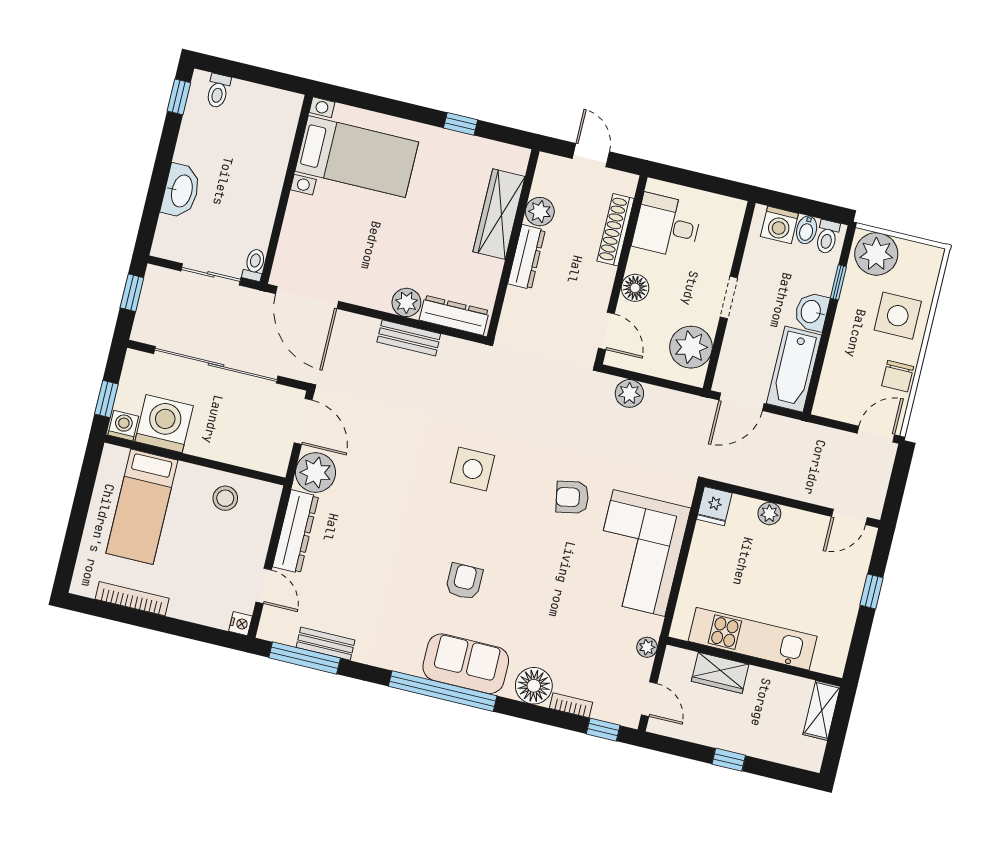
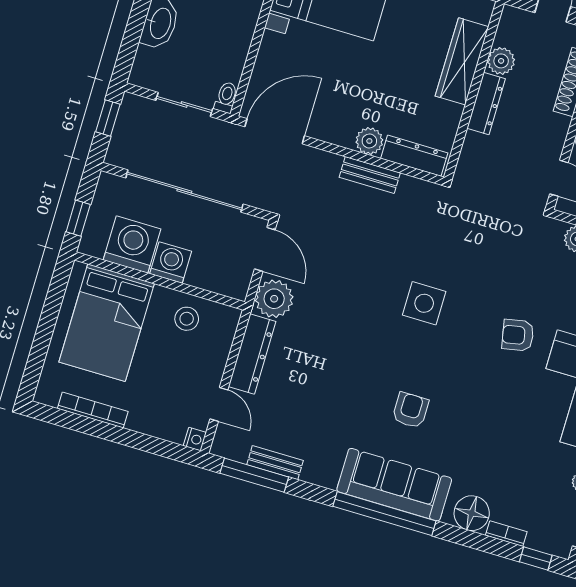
door: (307, 297) -> (275, 131), swing flipped
washing machine: (123, 426) -> (171, 262), moved, width x1.38, depth x1.38
bed: (142, 507) -> (107, 323), width x1.50
sofa: (466, 664) -> (394, 485), width x1.36

